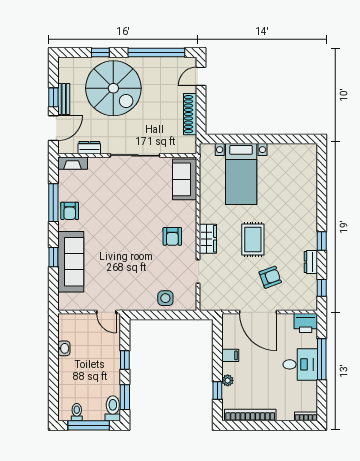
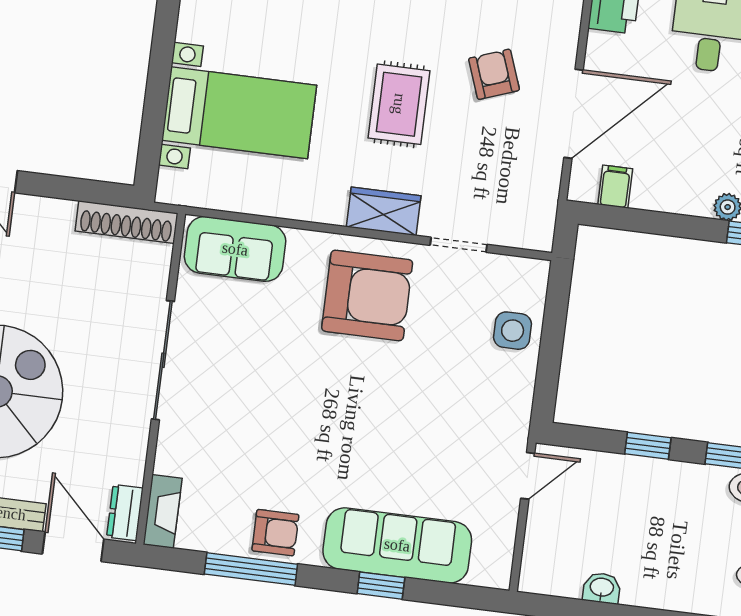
shoe rack: (190, 114) -> (126, 222), moved
dresser: (89, 148) -> (125, 513), moved
armchair: (172, 236) -> (367, 295), width x1.88, depth x1.88
rug: (253, 240) -> (399, 104), turned 90
filing cabinet: (230, 355) -> (615, 187), moved

